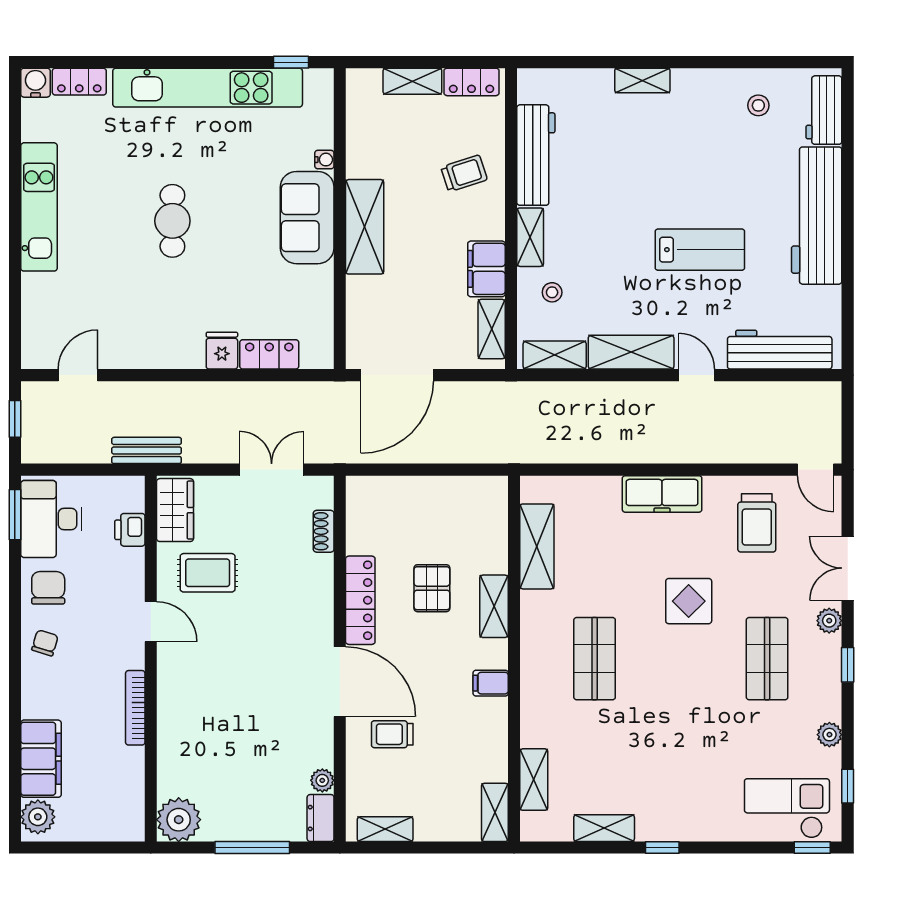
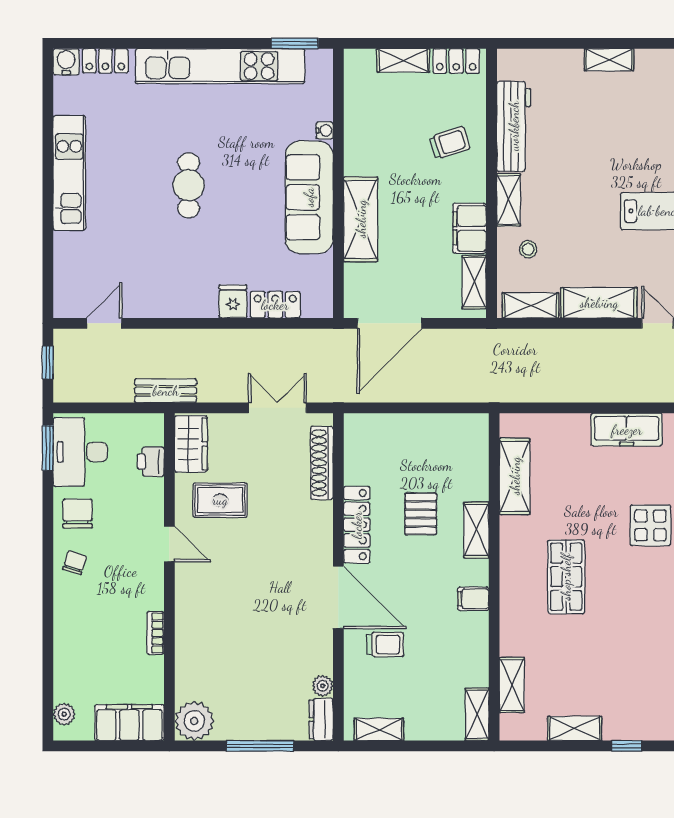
window: (291, 62) -> (295, 43), width x1.50
sofa: (307, 218) -> (309, 197), width x1.36
shelving: (365, 227) -> (361, 219), moved
shoe rack: (324, 531) -> (322, 463), width x1.94, depth x1.24
bookcase: (135, 708) -> (155, 633), width x0.64
trolley: (392, 734) -> (385, 644), turned 180
filing cabinet: (41, 759) -> (129, 723), moved, turned -90
plant: (38, 817) -> (64, 714), width x0.73, depth x0.73

